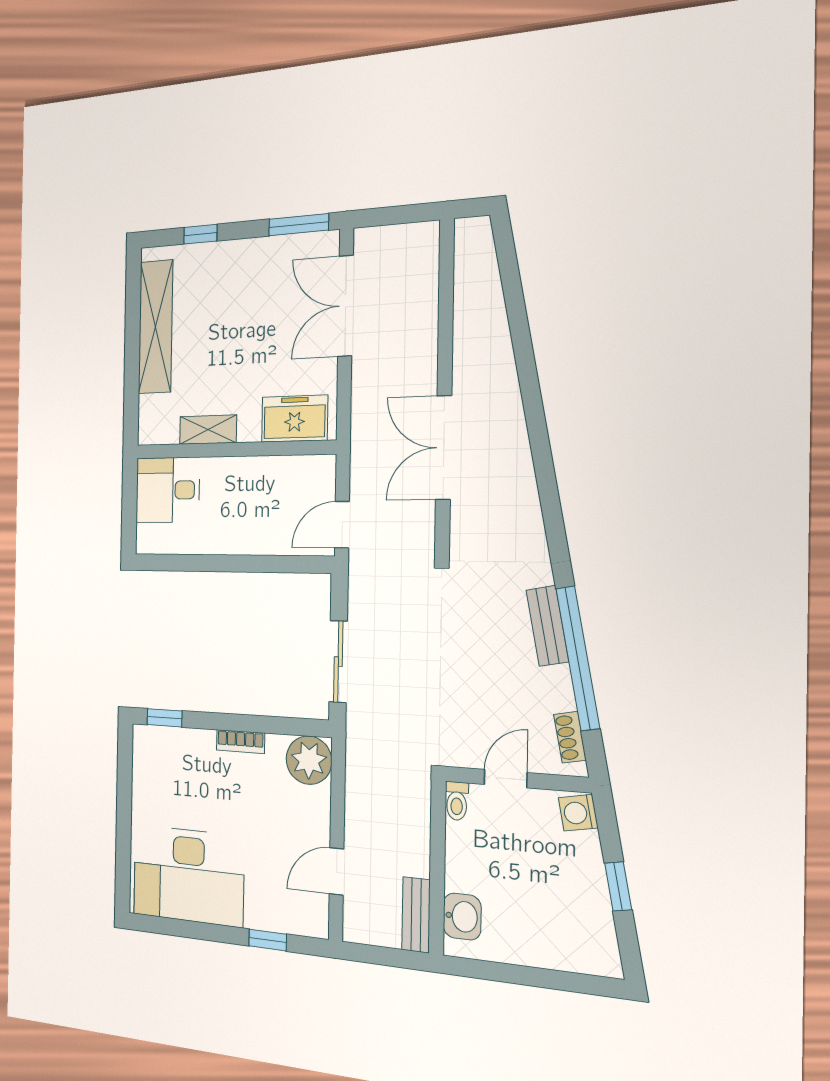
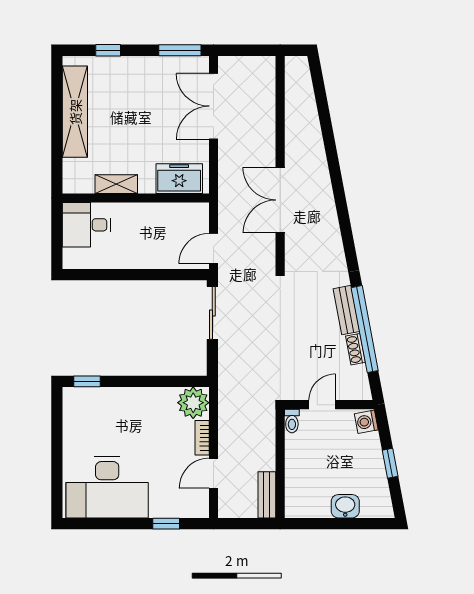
sliding door: (338, 662) -> (212, 313), moved
shoe rack: (570, 737) -> (356, 349), moved
bookcase: (240, 742) -> (202, 438), moved, turned 90
washbasin: (462, 916) -> (345, 506), moved, turned -90

